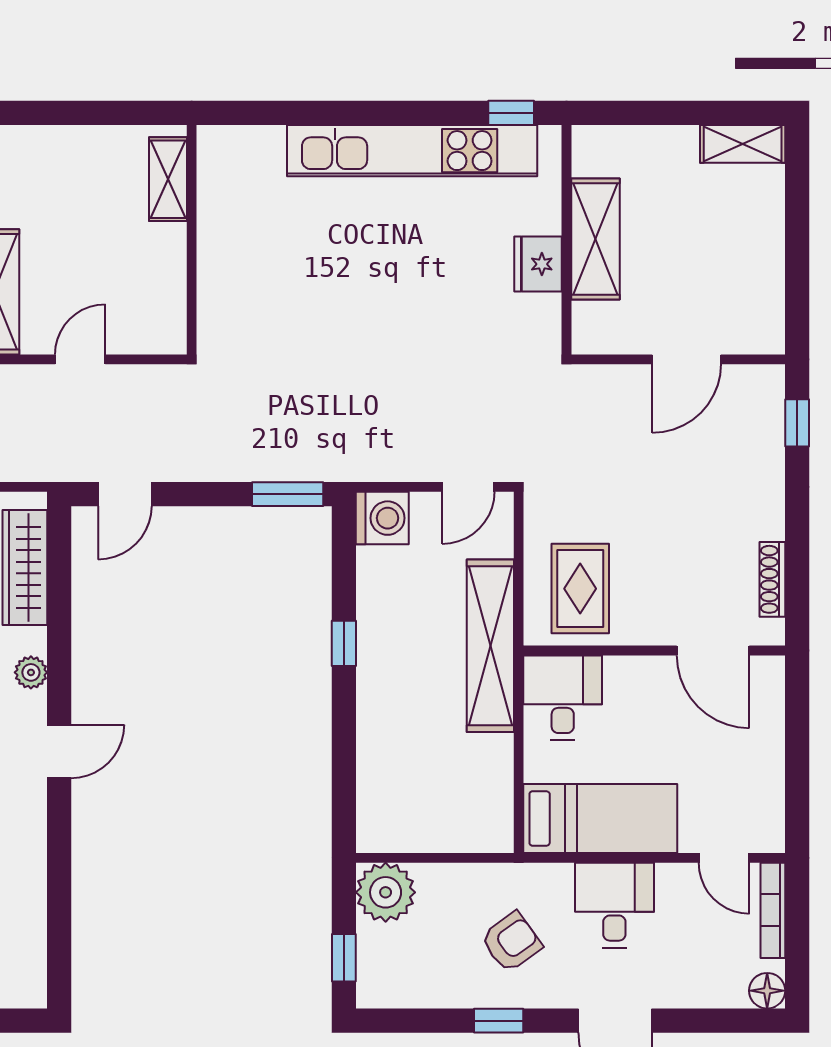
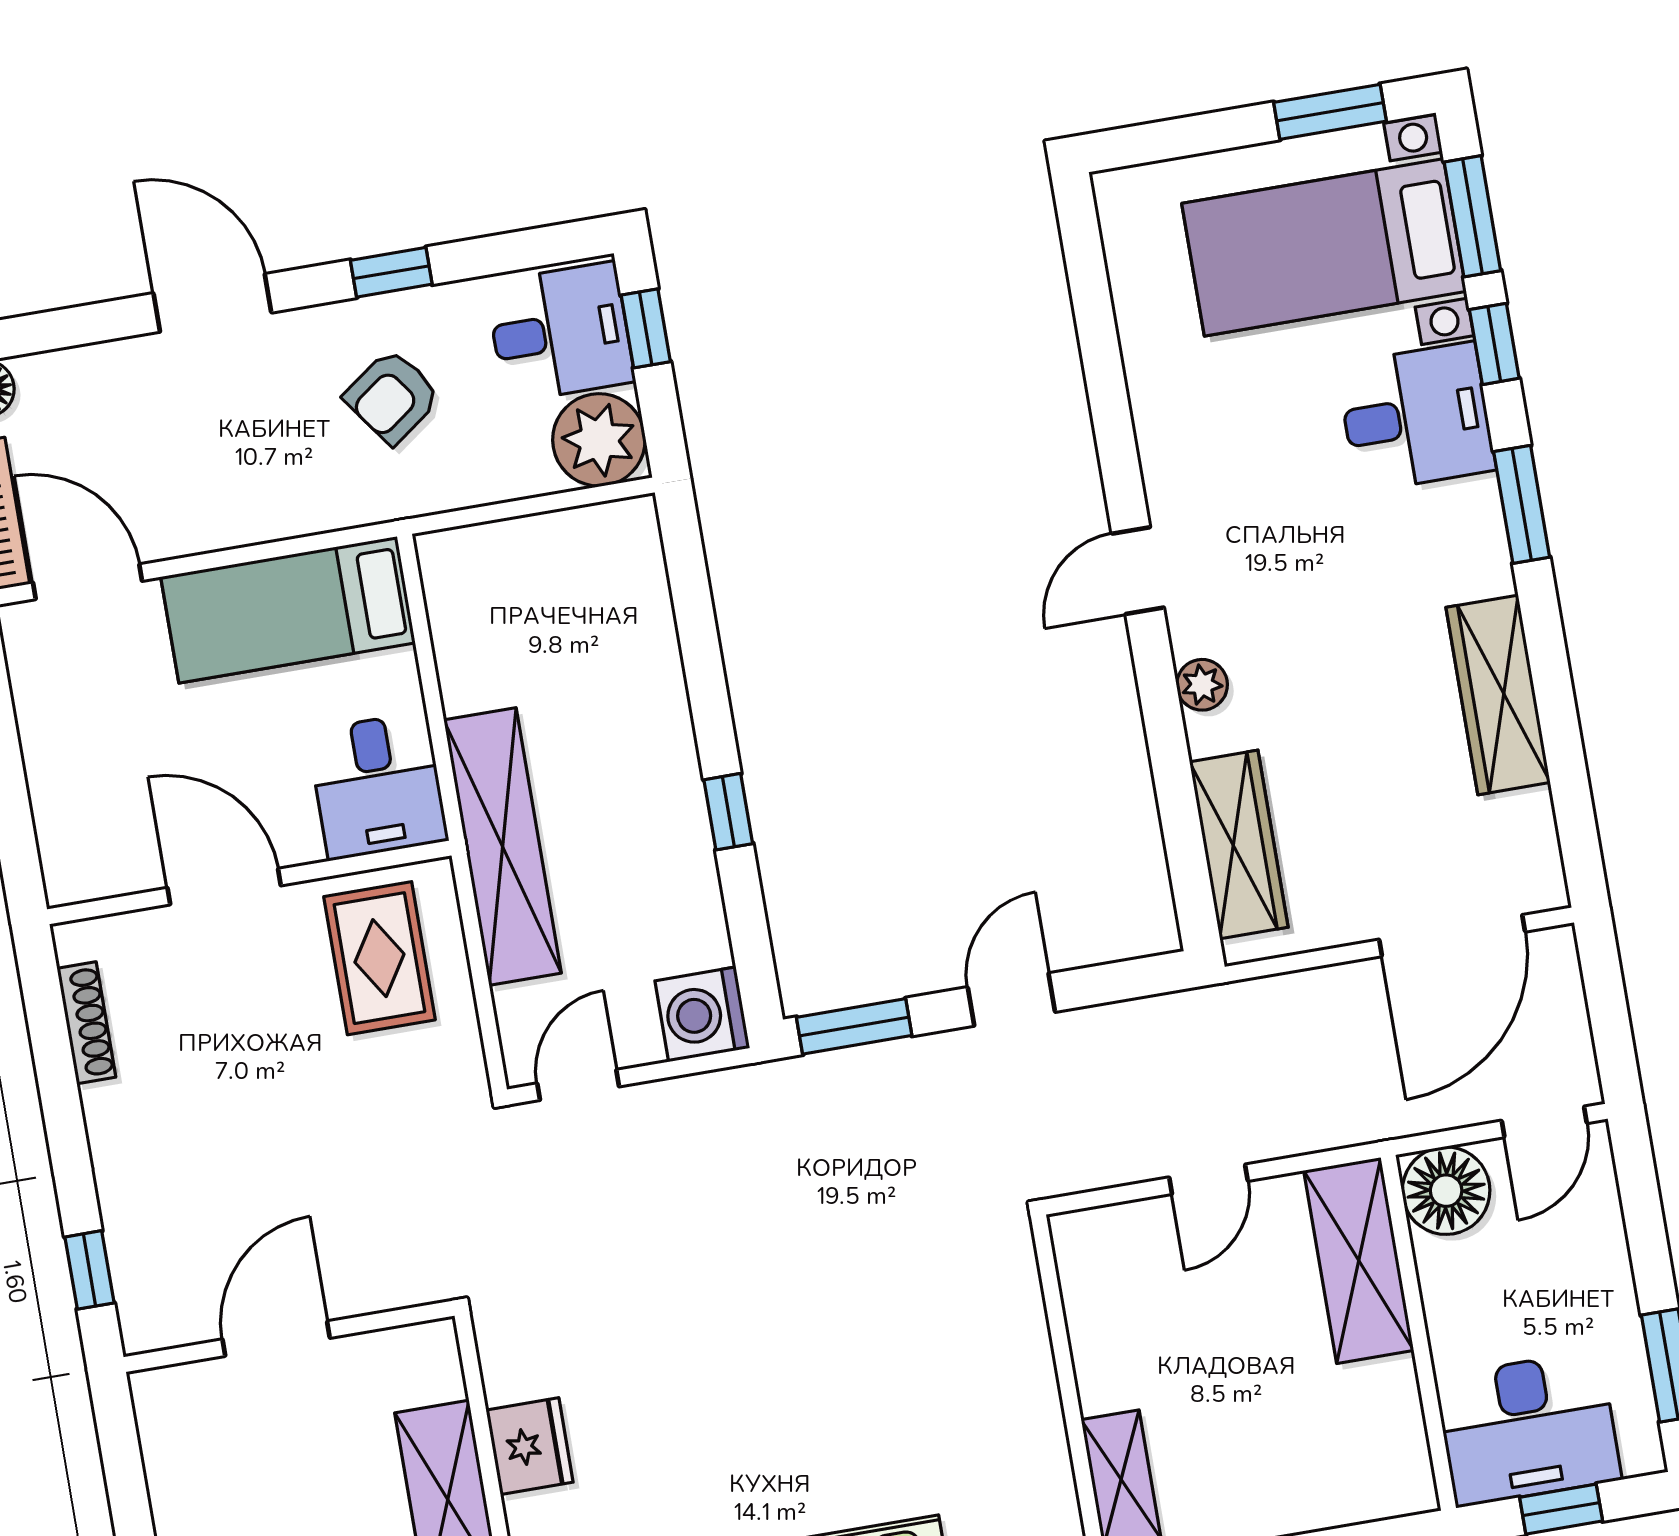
door: (125, 494) -> (1011, 1000), moved
door: (713, 650) -> (224, 887), moved
door: (724, 858) -> (88, 582), width x1.38
desk: (614, 905) -> (560, 332), moved, turned -90

